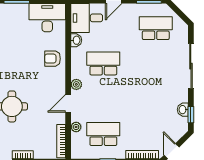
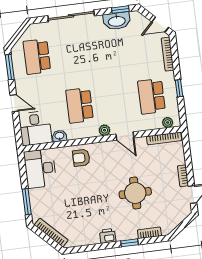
armchair: (53, 59) -> (81, 158), turned 90
washbasin: (183, 110) -> (117, 21), width x1.91, depth x1.45
plant: (76, 127) -> (168, 122), moved

